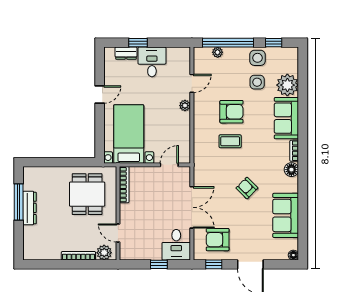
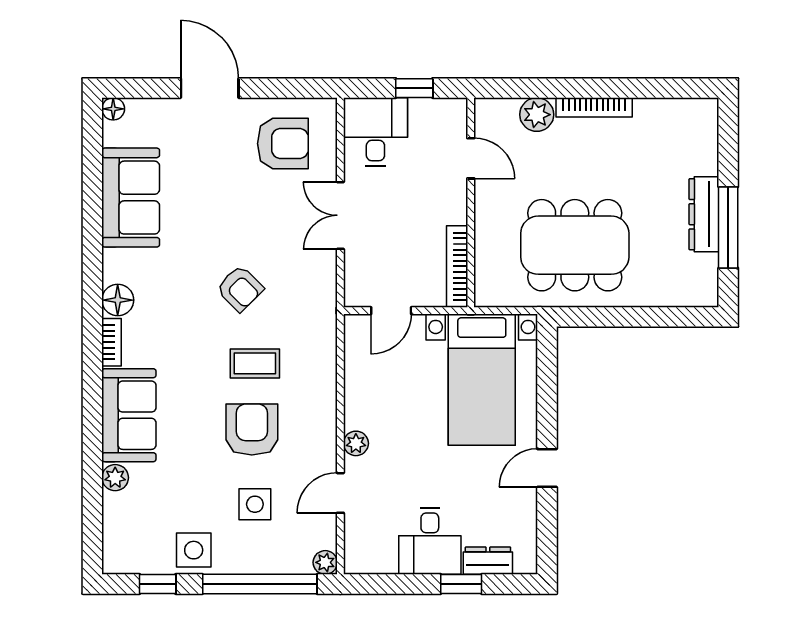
plant: (218, 52) -> (325, 562), moved
side table: (257, 82) -> (255, 504), moved
plant: (287, 85) -> (115, 478), width x0.53, depth x0.53
armchair: (231, 112) -> (252, 430), turned 90
bookcase: (124, 185) -> (457, 266), moved
armchair: (247, 188) -> (240, 289), moved
dining table: (87, 194) -> (575, 245), width x1.38
double door: (192, 207) -> (340, 215), width x0.73
wall: (118, 213) -> (471, 202), moved
door: (118, 233) -> (471, 158), moved
window: (214, 264) -> (291, 88), removed

